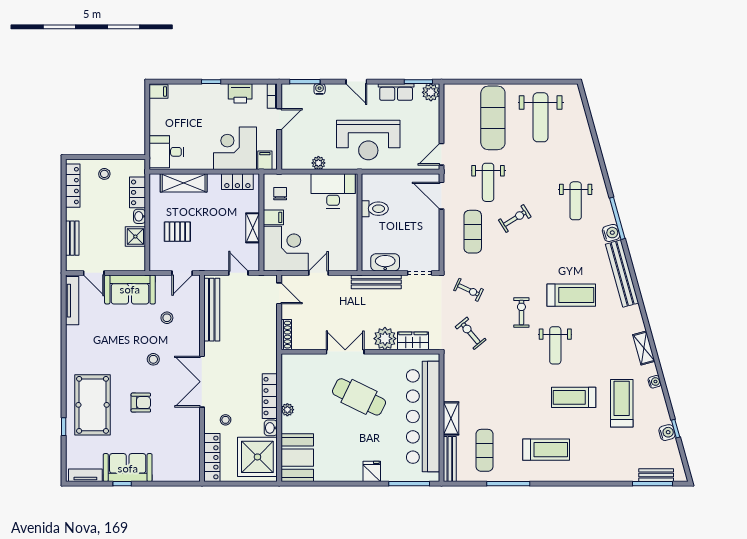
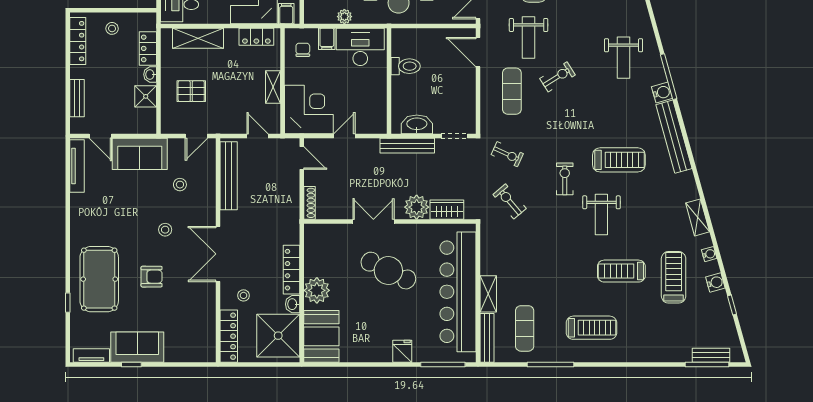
filing cabinet: (273, 217) -> (327, 39), moved, turned 90
plant: (287, 410) -> (317, 290), width x1.88, depth x1.88
water cooler: (667, 433) -> (715, 283), moved

